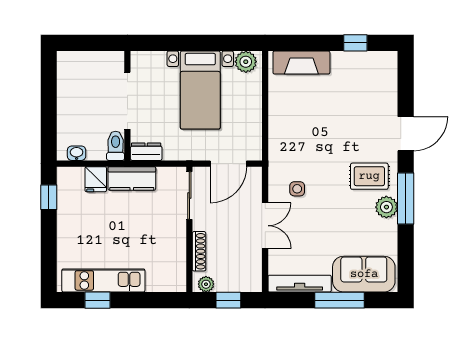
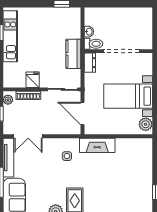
fireplace: (301, 63) -> (97, 145), moved, turned -90
washbasin: (77, 153) -> (89, 32), moved
fridge: (96, 179) -> (33, 80), moved, turned 90
double door: (265, 226) -> (28, 136), moved

